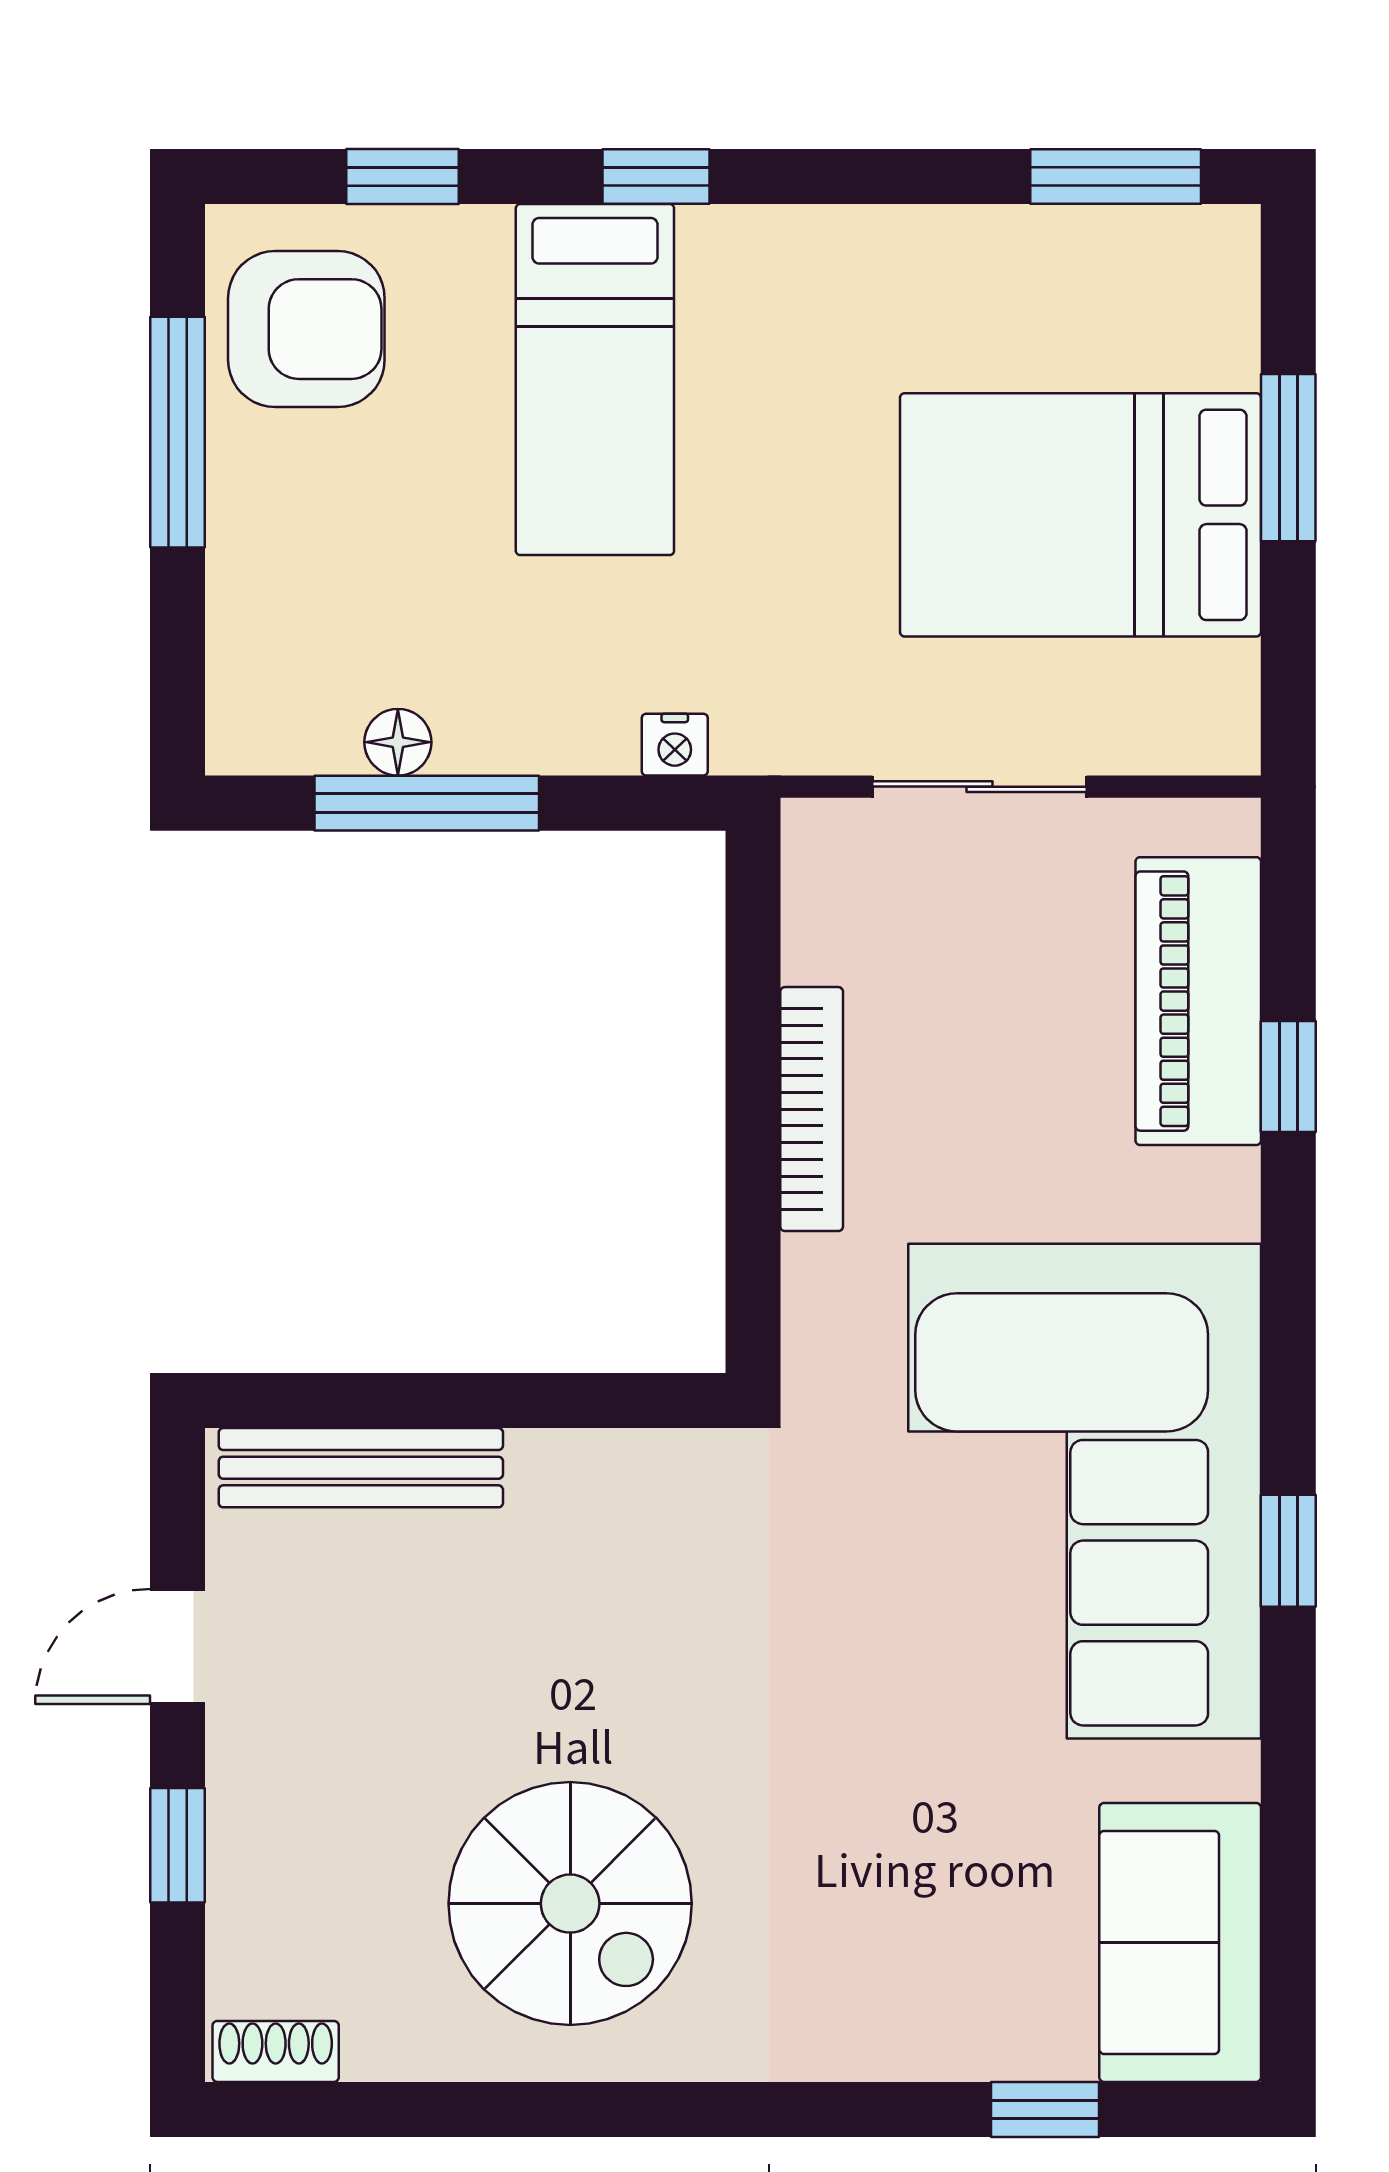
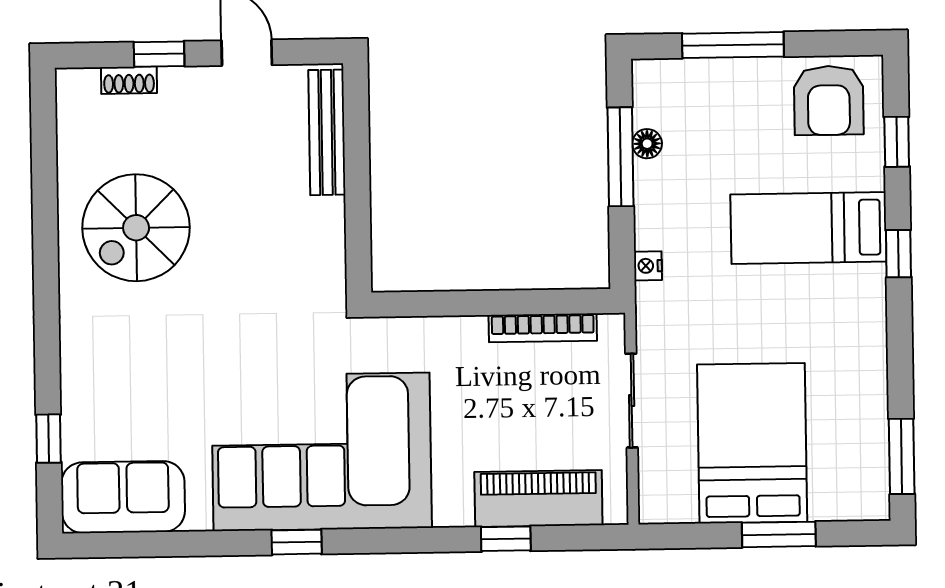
window: (177, 432) -> (733, 45), moved
bookcase: (812, 1109) -> (543, 328), moved
shoe rack: (276, 2051) -> (129, 80), moved, turned 90

